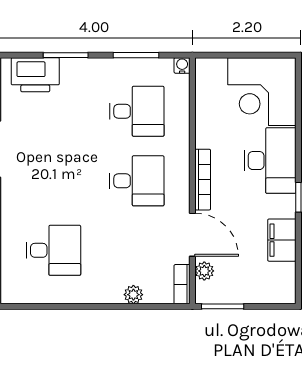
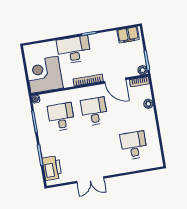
corner desk: (262, 92) -> (44, 75), moved, turned 180
door: (192, 235) -> (115, 81), swing flipped
filing cabinet: (282, 240) -> (128, 35), moved
plant: (204, 271) -> (143, 70), moved

